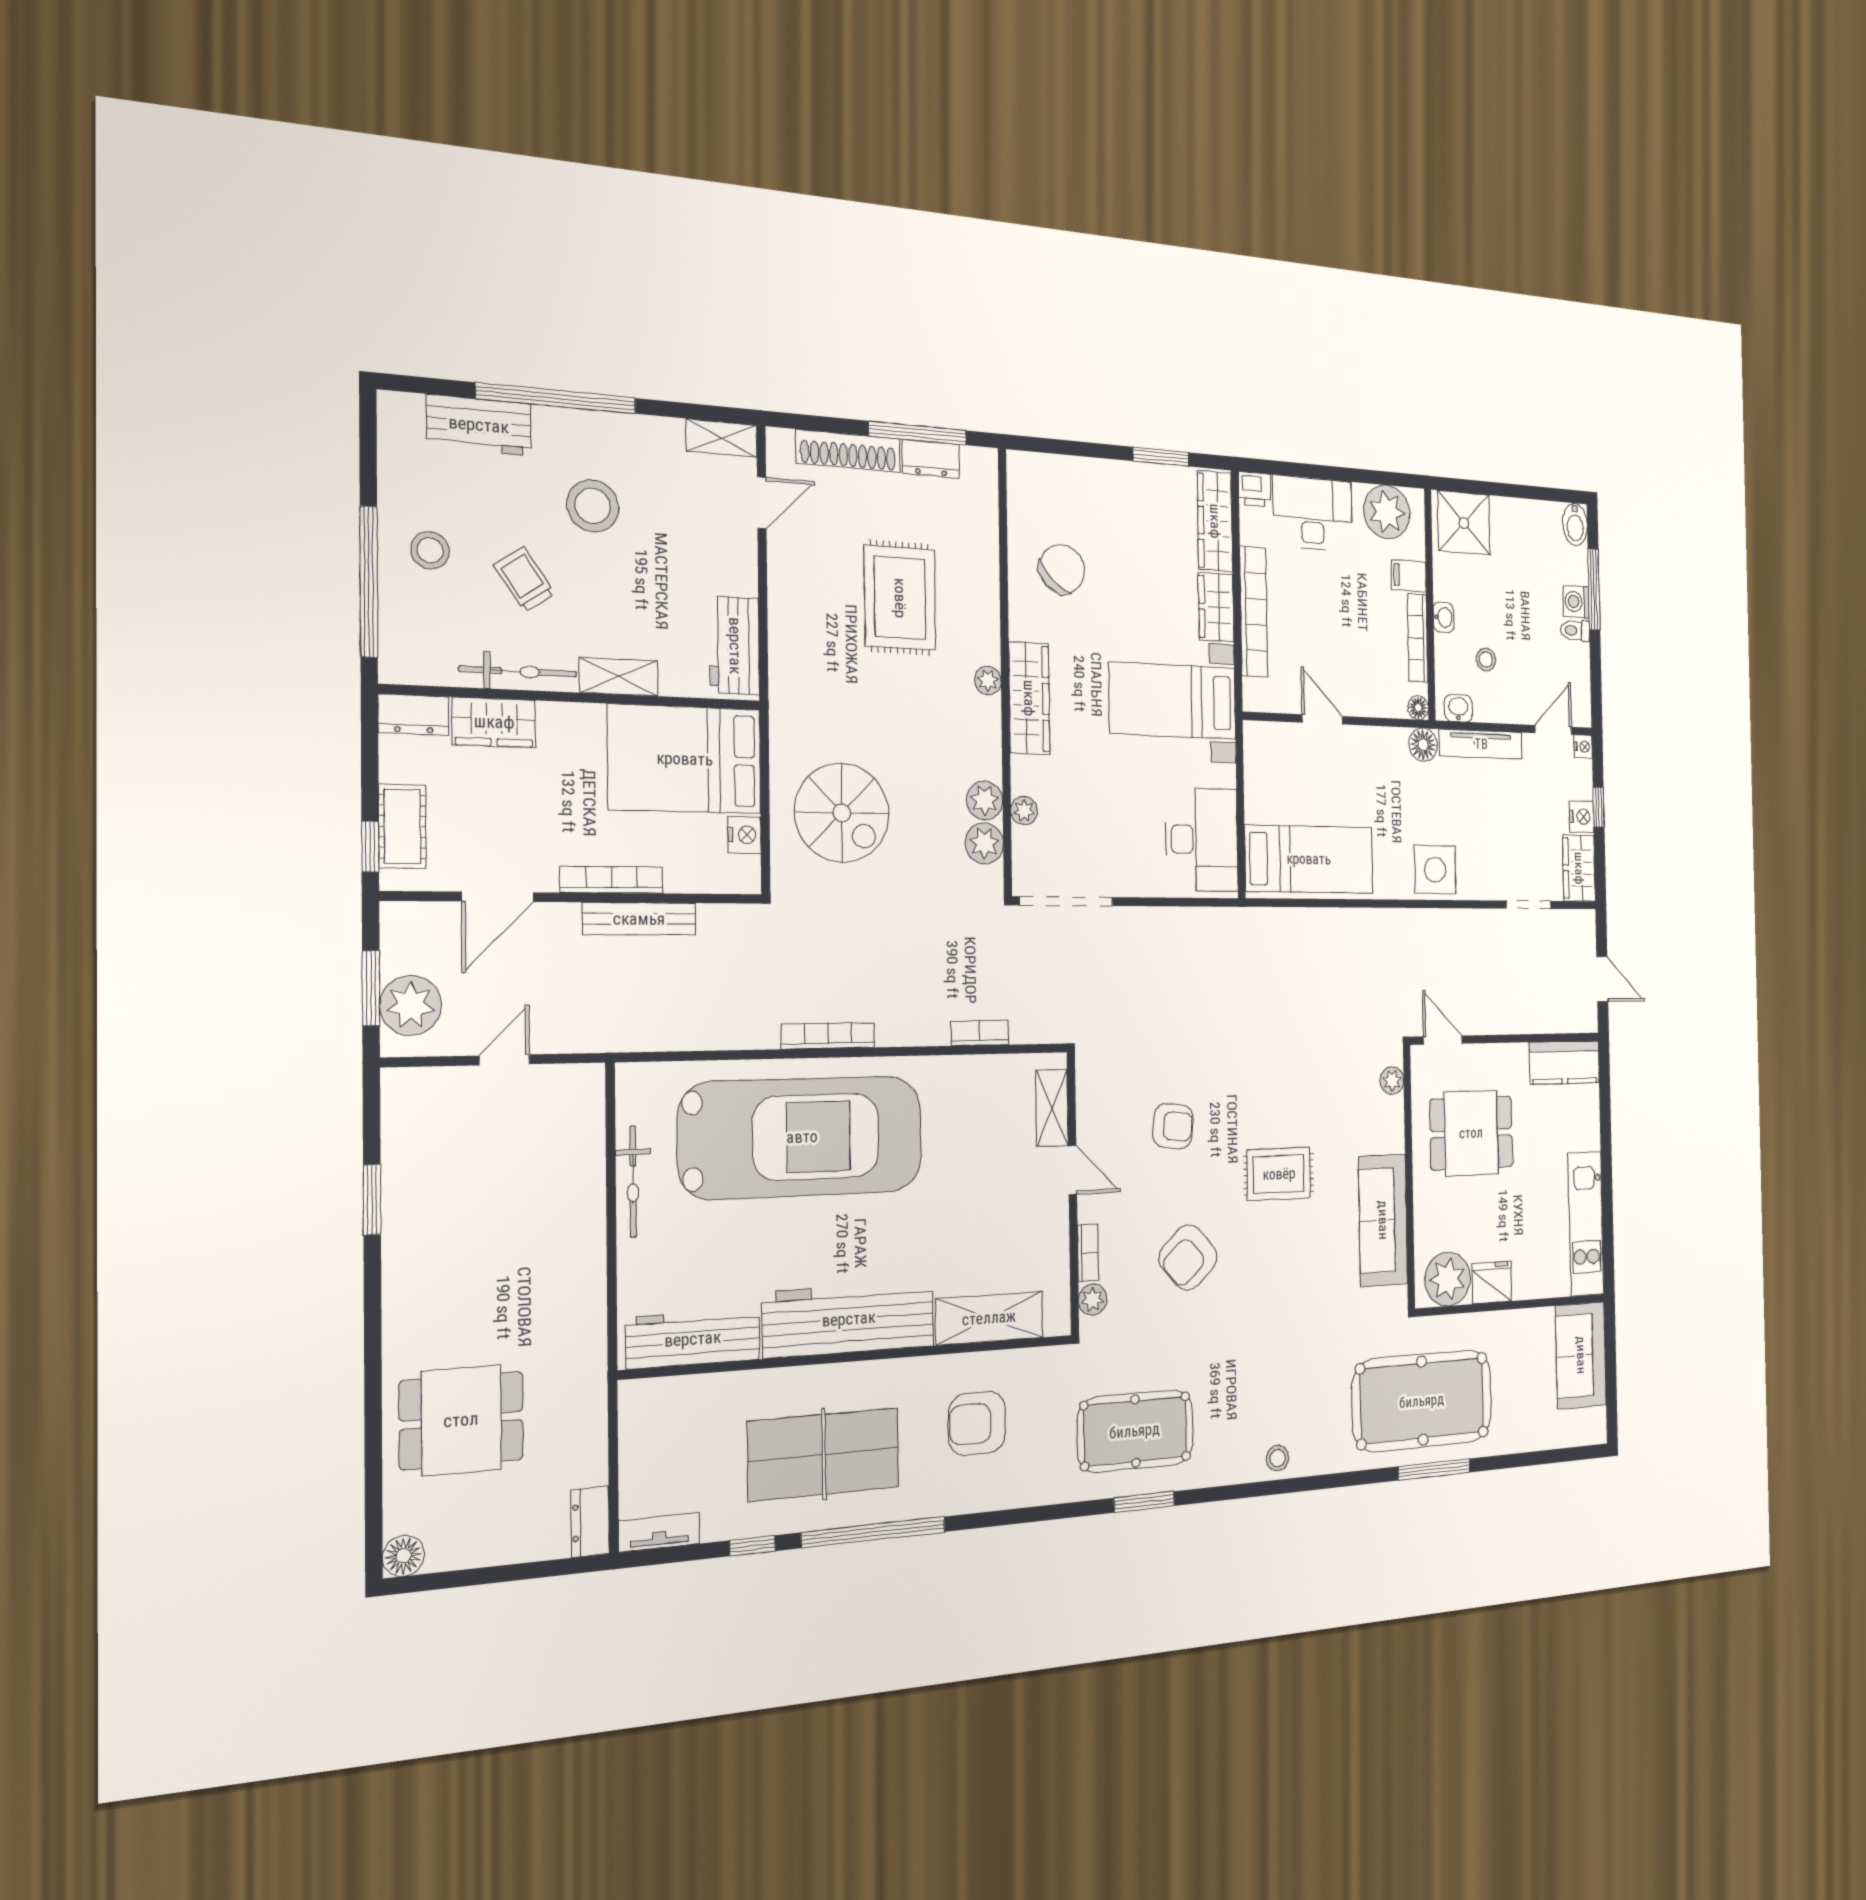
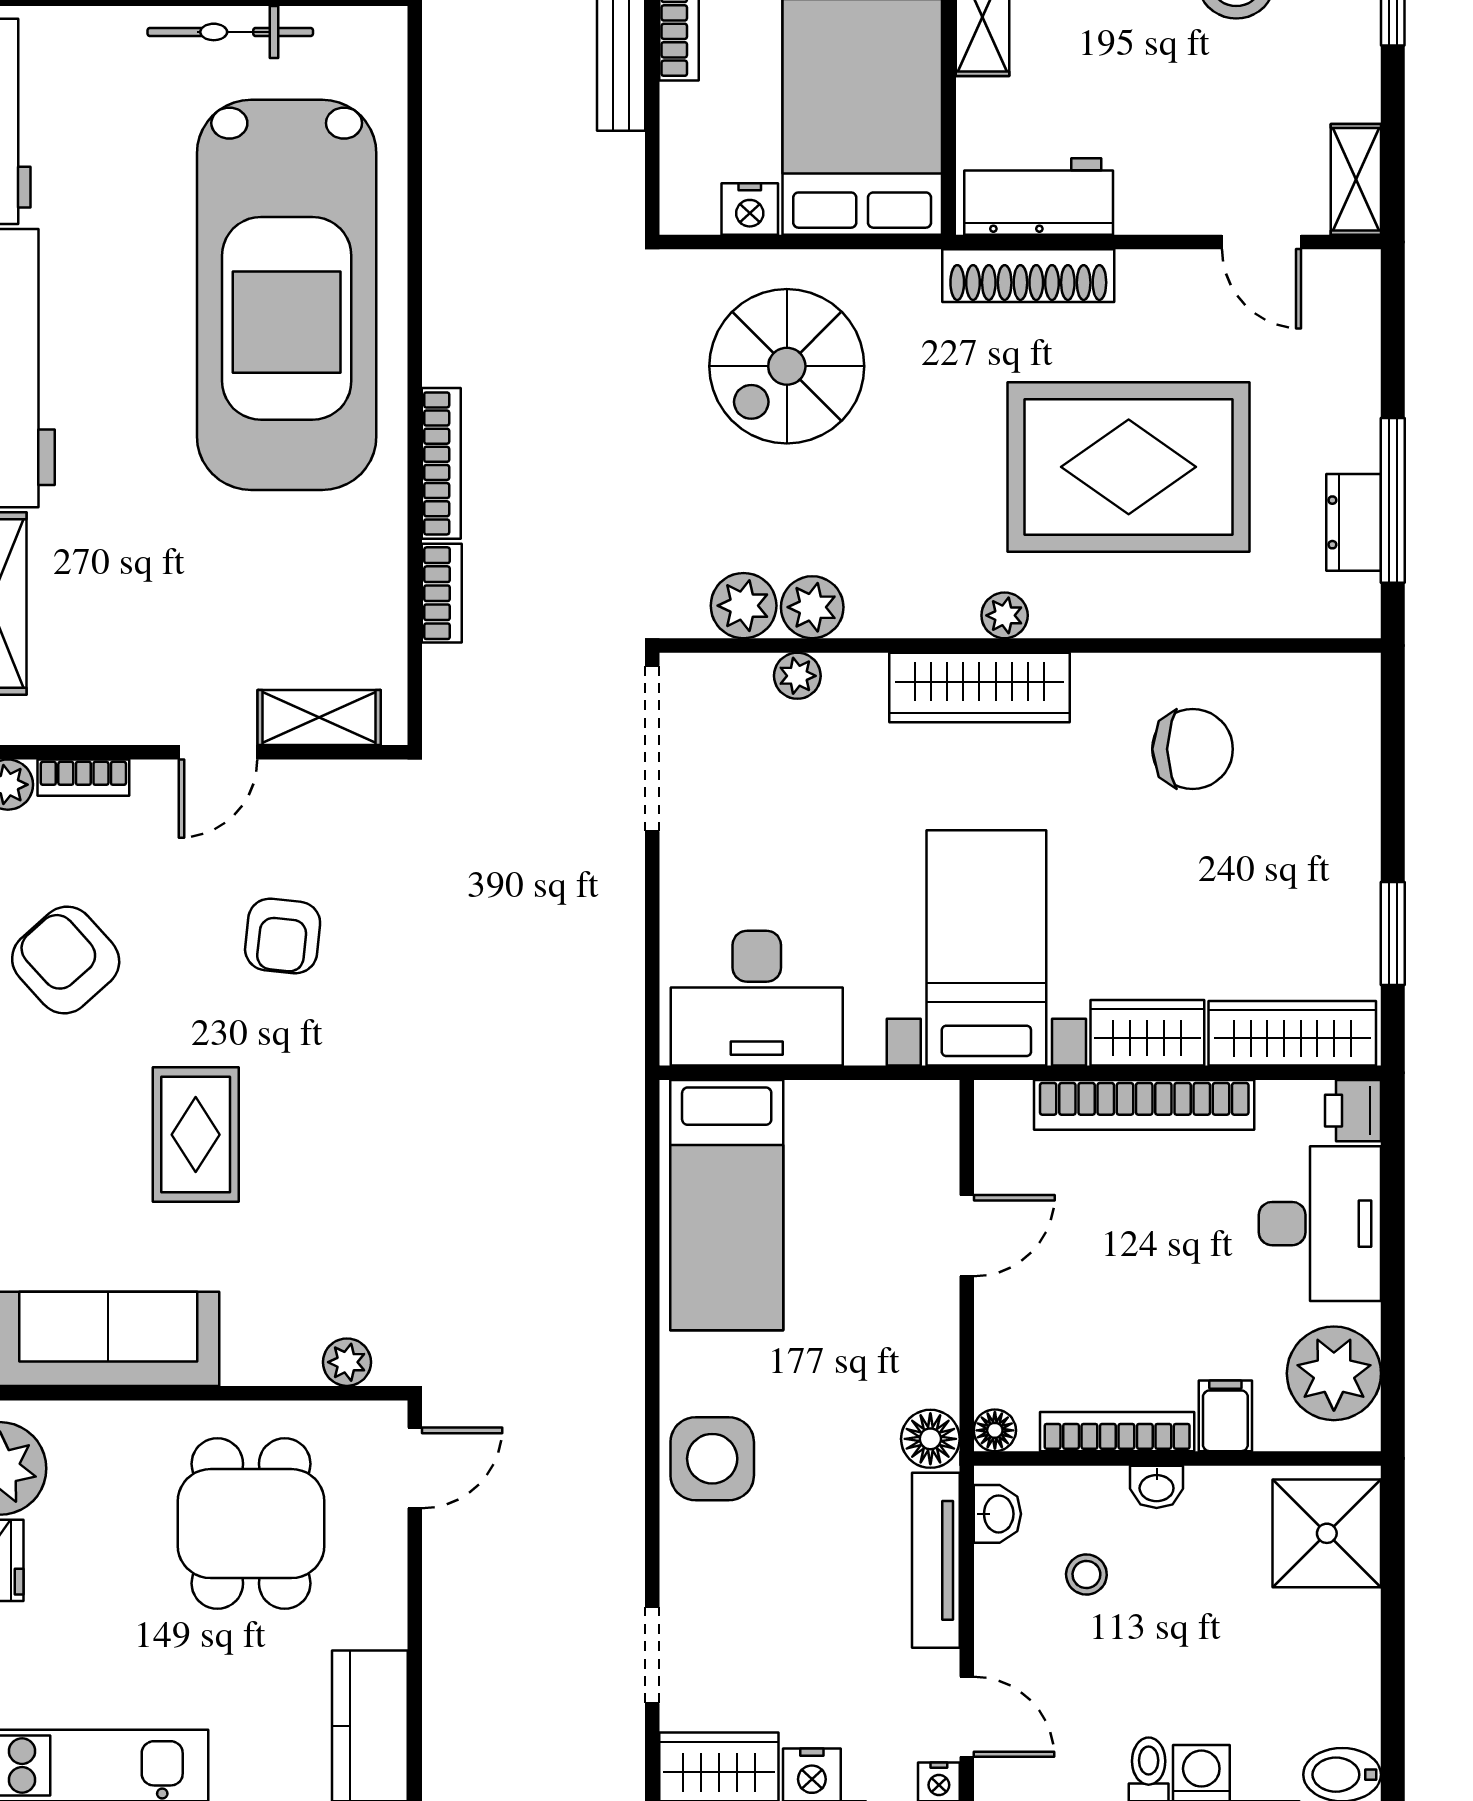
shoe rack: (848, 451) -> (1028, 276), moved, turned -90
chair: (1062, 569) -> (1193, 749), turned -44
rug: (900, 598) -> (1129, 467), width x1.37, depth x1.44
bookcase: (828, 1036) -> (441, 463), moved

